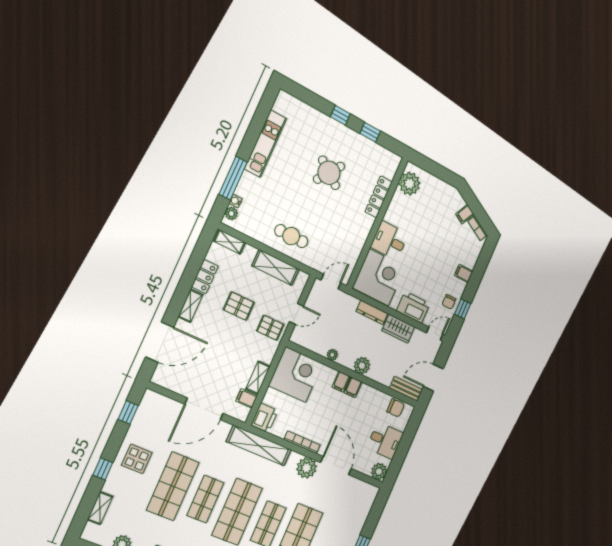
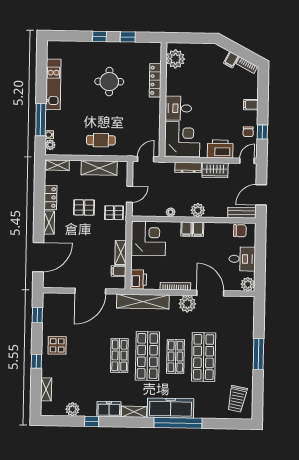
round table: (329, 173) -> (109, 82), turned -36
shop shelf: (173, 486) -> (91, 355), removed

